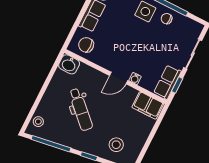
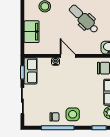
door: (119, 78) -> (68, 56), hinge flipped
filing cabinet: (148, 105) -> (32, 32), moved, turned 90

